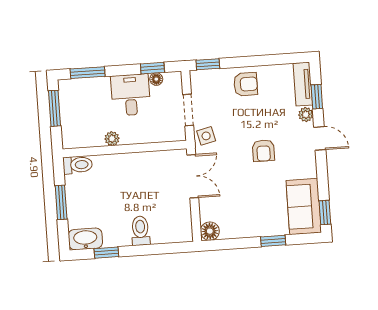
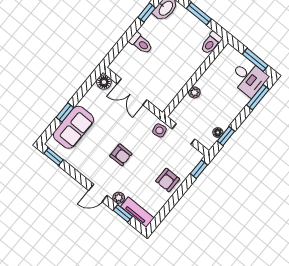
desk: (131, 95) -> (249, 78), moved
plant: (112, 139) -> (194, 92), moved
armchair: (263, 151) -> (121, 155), turned 180
double door: (193, 176) -> (132, 92), moved
sofa: (304, 206) -> (73, 127), moved, turned 90

